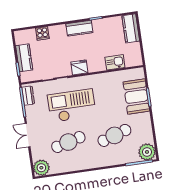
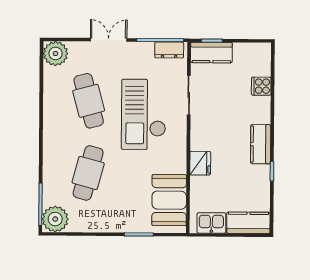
kitchen counter: (24, 58) -> (211, 53), moved
kitchen sink: (115, 62) -> (211, 223), moved, turned -90
fridge: (79, 67) -> (200, 163), moved
booth: (136, 97) -> (169, 200), moved, turned 90
checkout: (72, 106) -> (144, 114), turned 180
cafe table: (114, 135) -> (88, 173), turned 33

